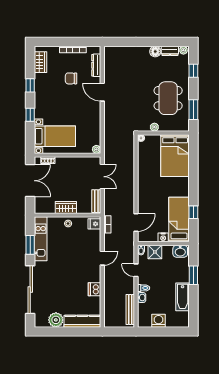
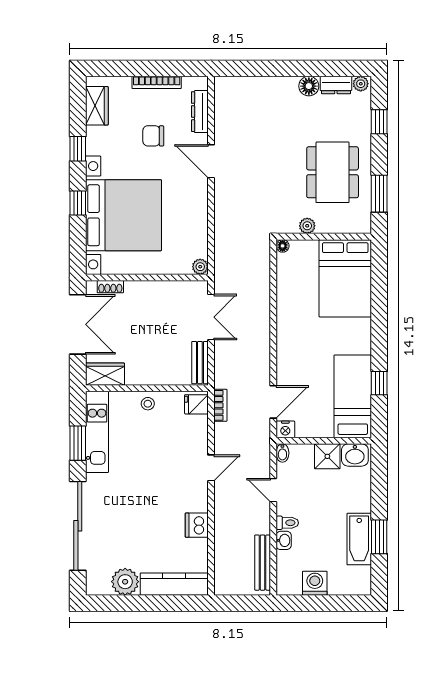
bed with nightstands: (55, 136) -> (123, 215), width x1.85
wardrobe: (66, 207) -> (105, 374), moved
nightstand: (163, 237) -> (285, 429), moved
shower: (155, 252) -> (327, 456), moved
window: (193, 275) -> (379, 537), moved

